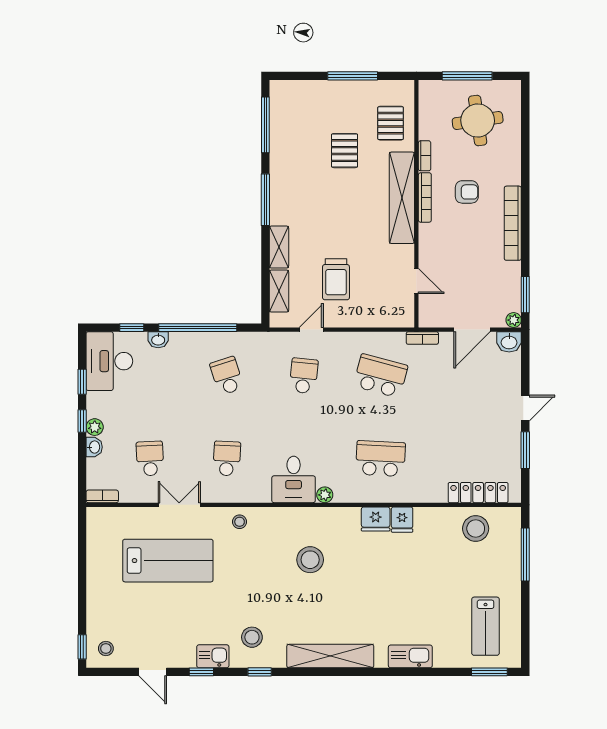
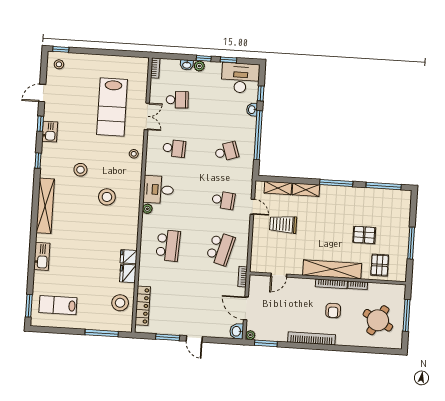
round table: (478, 120) -> (378, 320), turned 37
pallet: (391, 123) -> (380, 265), turned 90
fridge: (376, 519) -> (128, 273), moved
stool: (252, 637) -> (80, 170), moved

